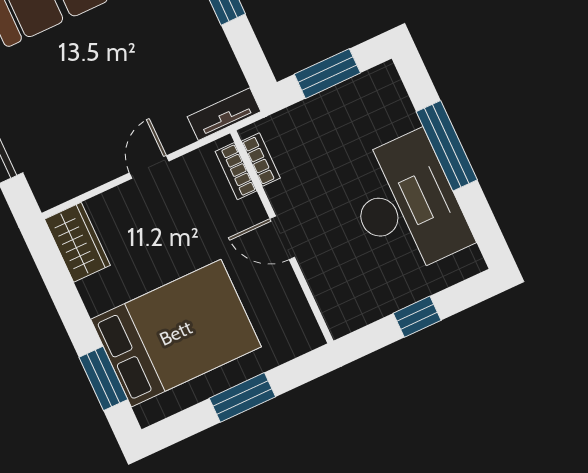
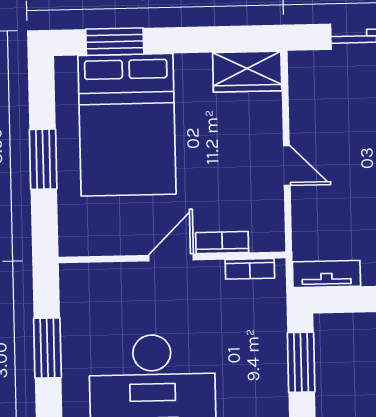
tv unit: (224, 114) -> (326, 274), moved, turned -90
bookcase: (236, 171) -> (222, 243), moved
window: (417, 317) -> (47, 348), width x1.50

